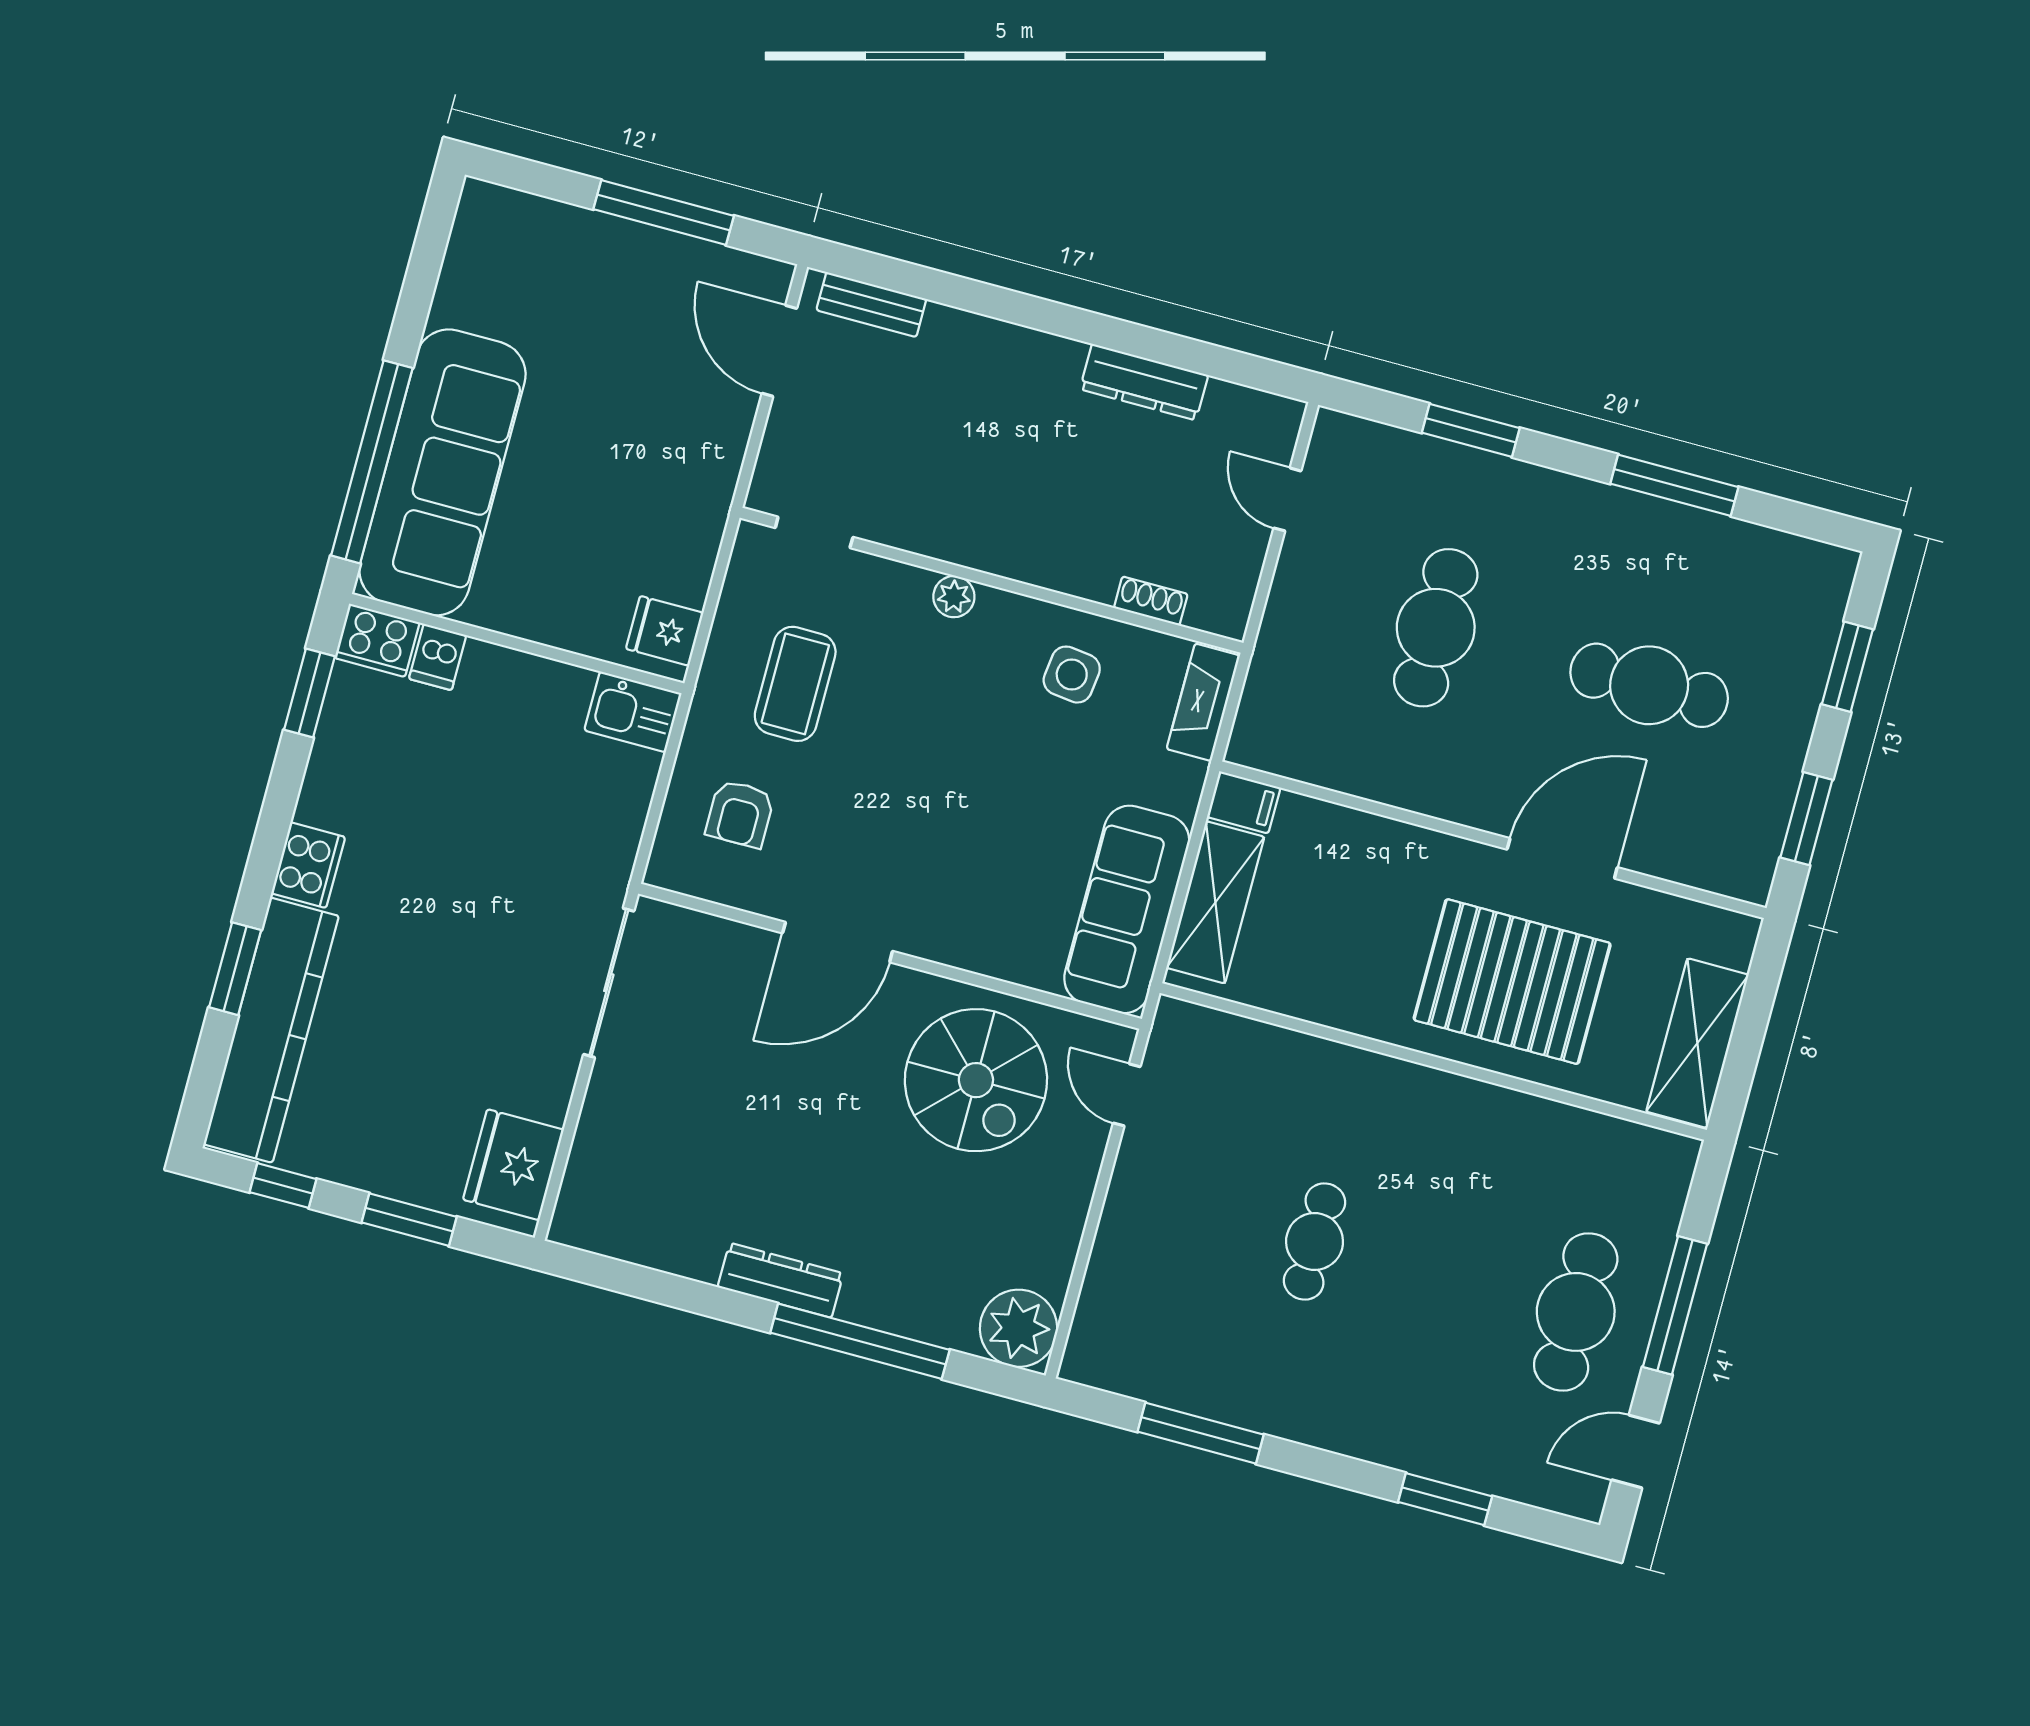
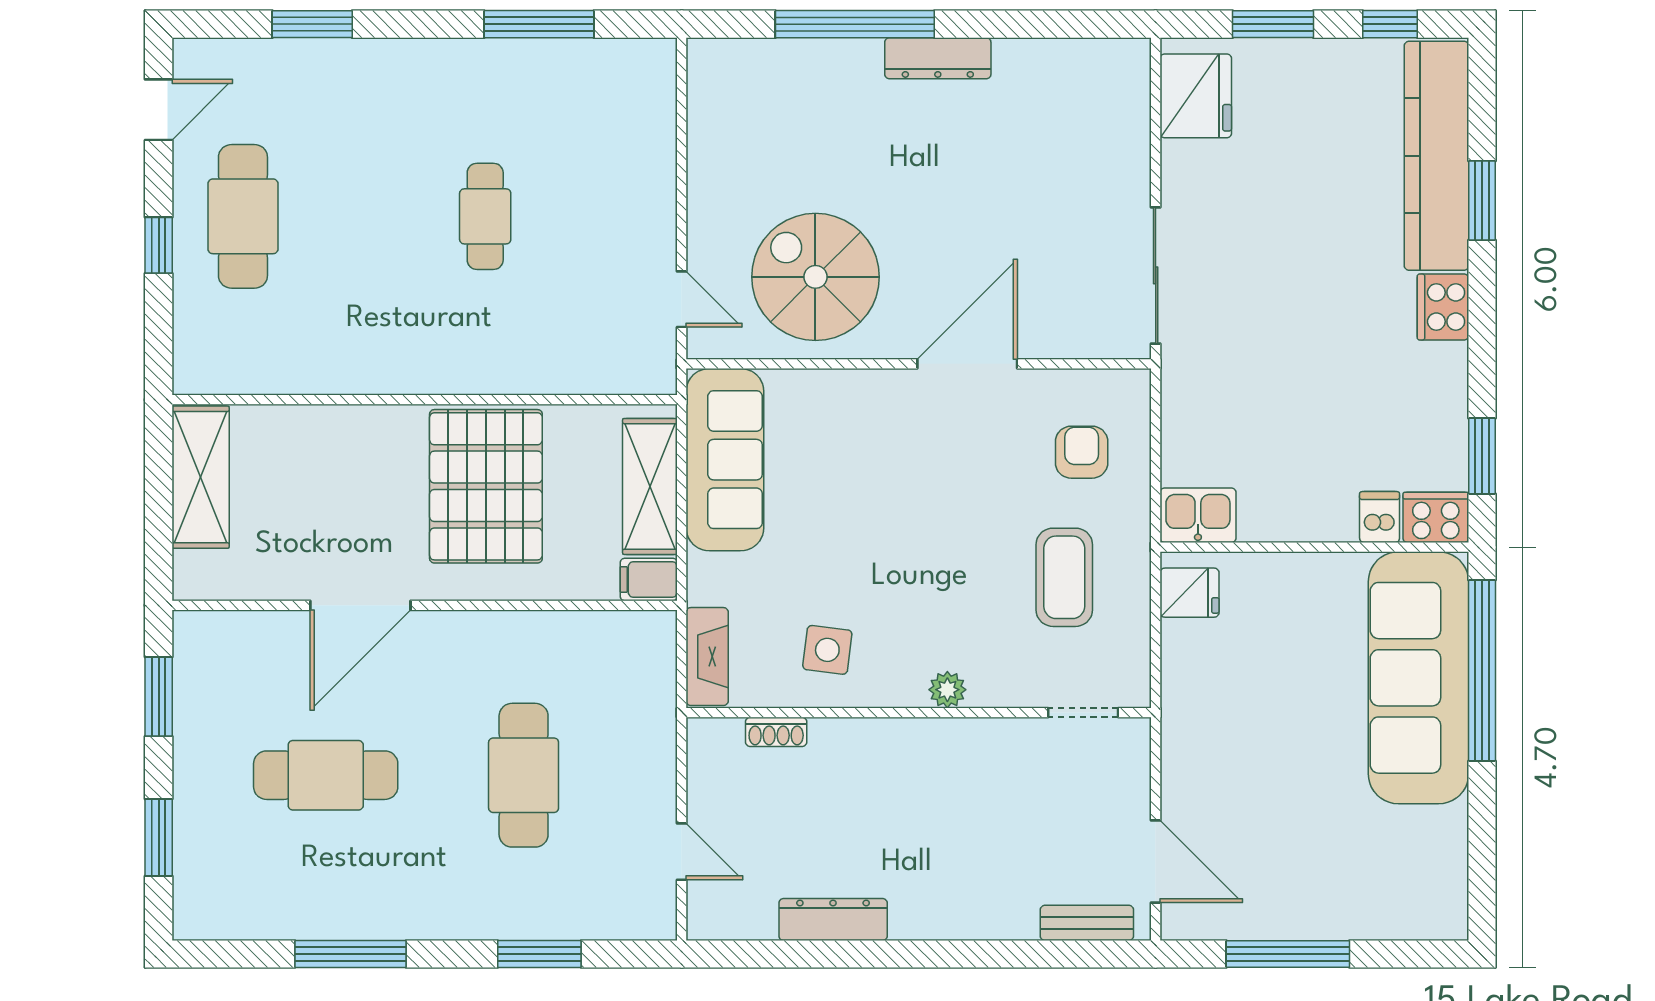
pallet: (1512, 982) -> (486, 486), moved, turned 90
window: (1675, 1305) -> (159, 245), width x0.46
plant: (1019, 1328) -> (721, 72), removed

